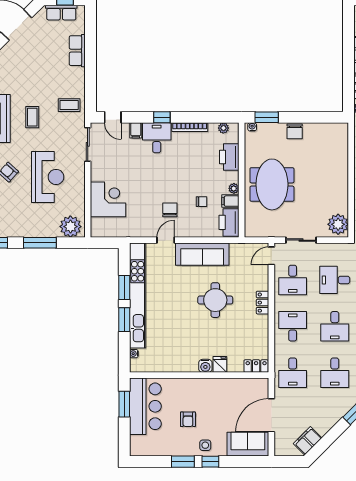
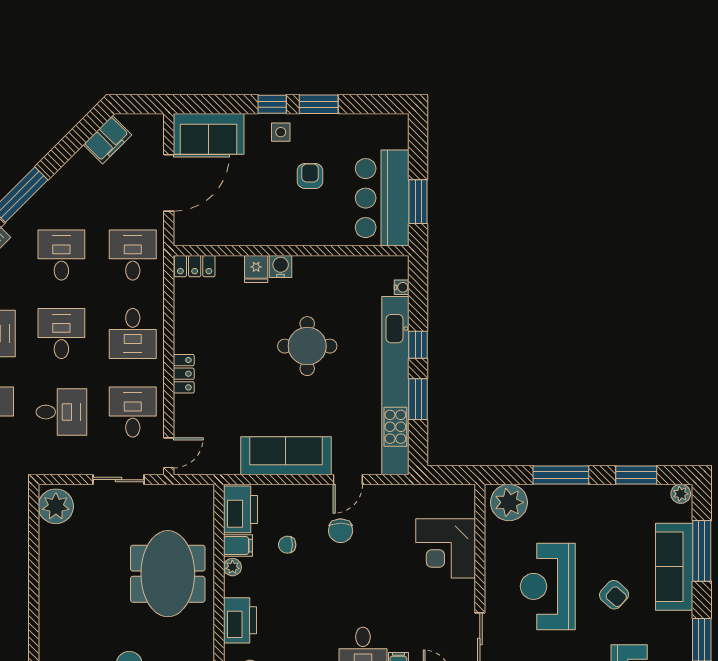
round table: (215, 300) -> (307, 346), moved
window: (124, 320) -> (418, 345), width x0.67

